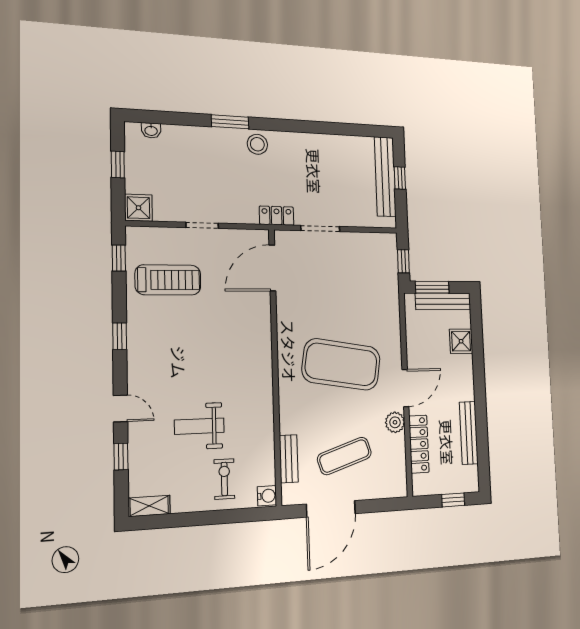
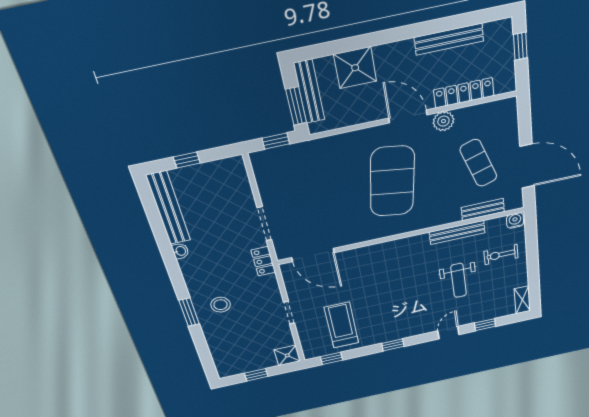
washbasin: (151, 130) -> (180, 251), moved
stool: (257, 144) -> (221, 305), moved
bench: (385, 177) -> (168, 208), moved, turned 90
shower: (461, 341) -> (355, 68), width x1.36, depth x1.36
bench: (266, 428) -> (457, 232), added

